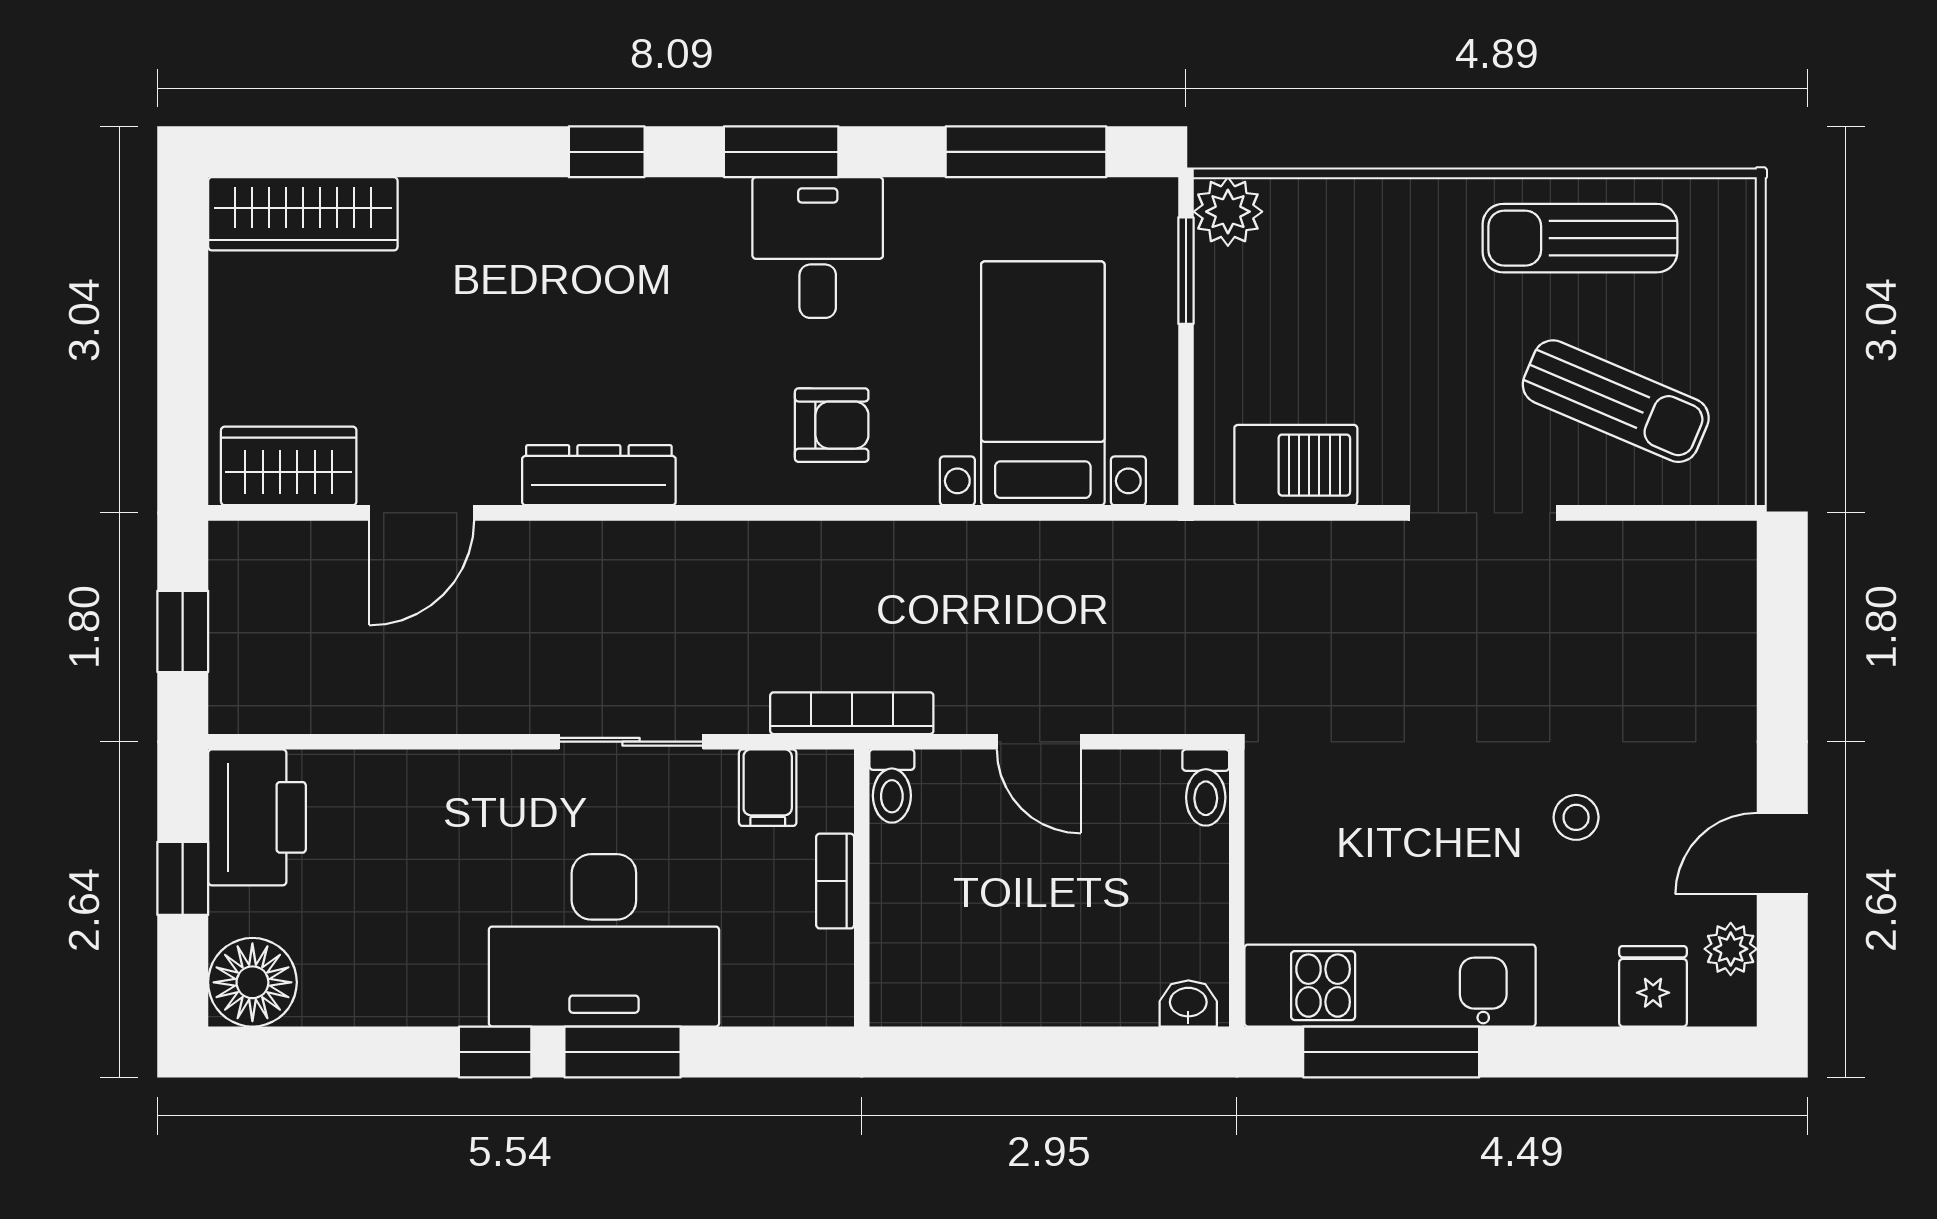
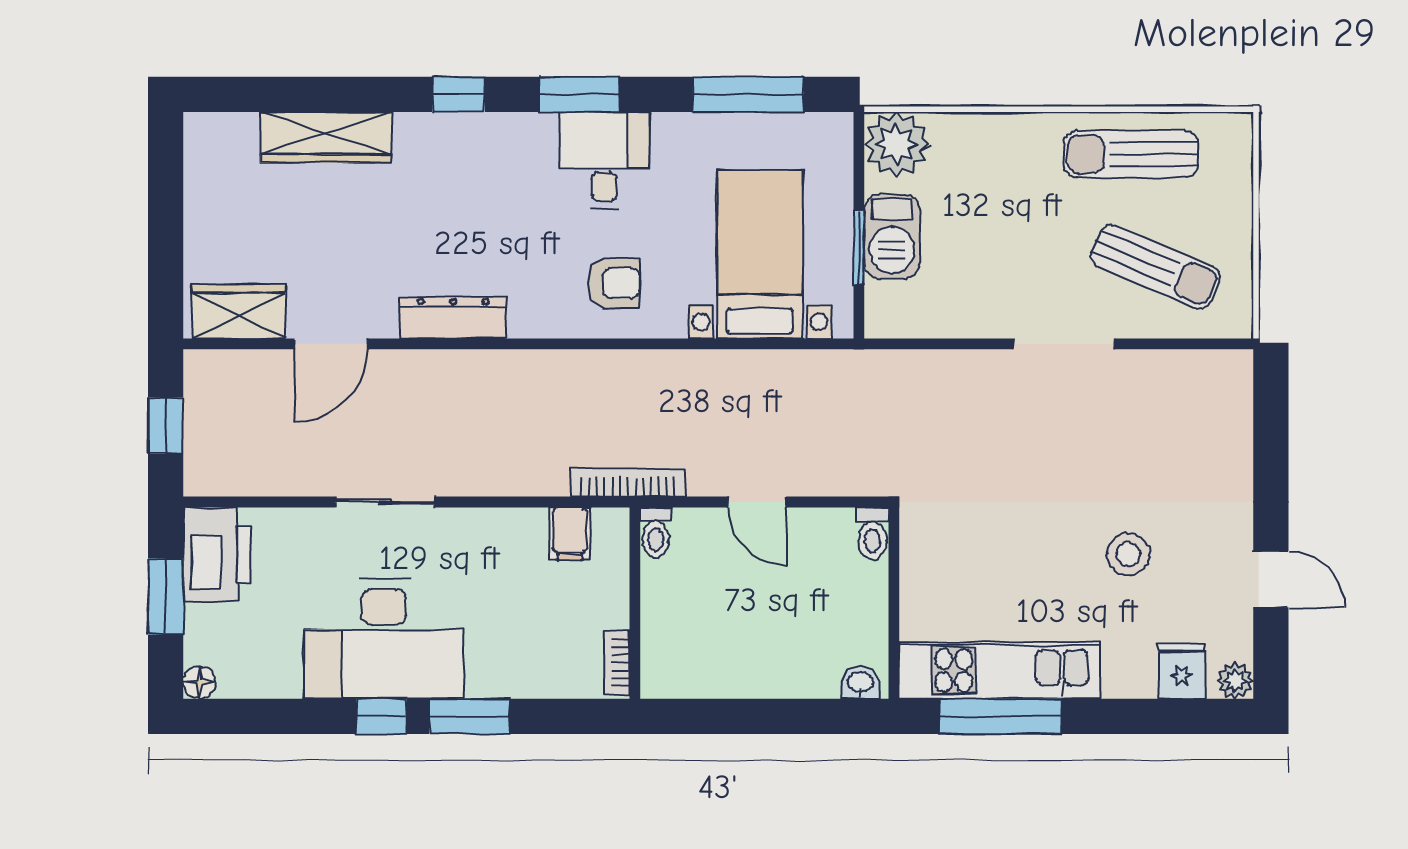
plant: (1228, 212) -> (896, 144), width x1.36, depth x1.36
wardrobe: (303, 214) -> (326, 137), moved
window: (1186, 271) -> (859, 248), moved
barbecue: (1296, 465) -> (892, 236), moved, turned 90
sliding door: (631, 742) -> (385, 502), moved
stool: (1576, 817) -> (1128, 554), width x1.37, depth x1.37
door: (1782, 854) -> (1271, 579), swing flipped
window: (183, 878) -> (166, 596), width x1.50
bookcase: (835, 881) -> (616, 663), moved
desk: (604, 940) -> (384, 639), moved
plant: (1731, 949) -> (1235, 681), moved
floor lamp: (252, 982) -> (199, 683), width x0.53, depth x0.53

